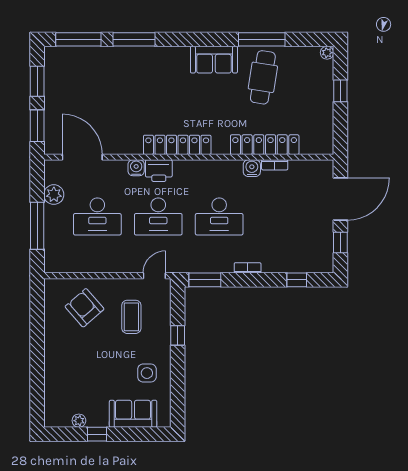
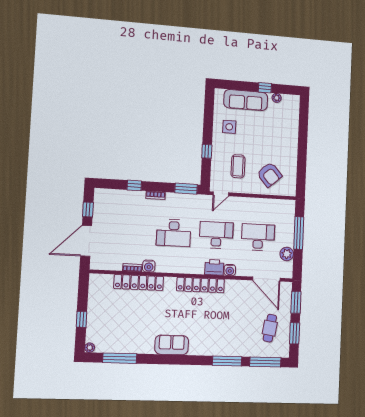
window: (262, 39) -> (120, 358), moved
cafe table: (263, 77) -> (270, 328), moved, width x0.73, depth x0.74
desk: (219, 216) -> (174, 233), turned 180
window: (297, 280) -> (134, 185), moved
sofa: (133, 414) -> (246, 100), width x1.36

